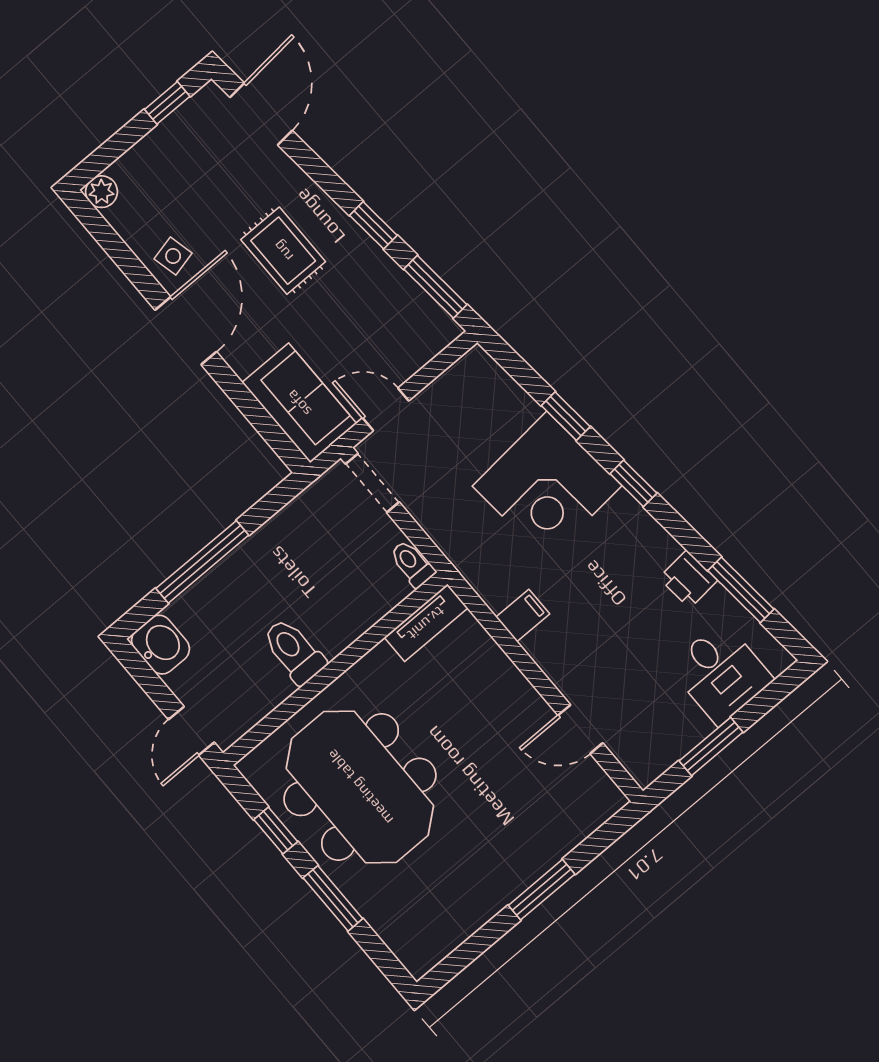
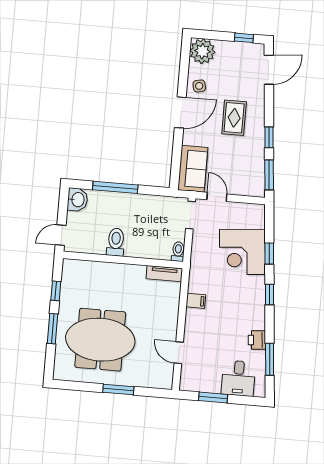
plant: (101, 192) -> (202, 51), width x1.87, depth x1.87
corner desk: (547, 486) -> (242, 252), moved
meeting table: (360, 787) -> (100, 340), moved, turned 90

